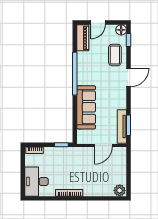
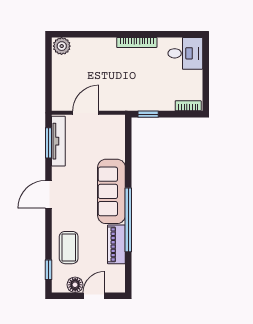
floor lamp: (121, 30) -> (75, 285), moved
piano: (83, 38) -> (116, 244), moved
door: (128, 77) -> (48, 194), moved
sofa: (86, 107) -> (111, 191), moved
desk: (36, 182) -> (185, 53), width x0.73

